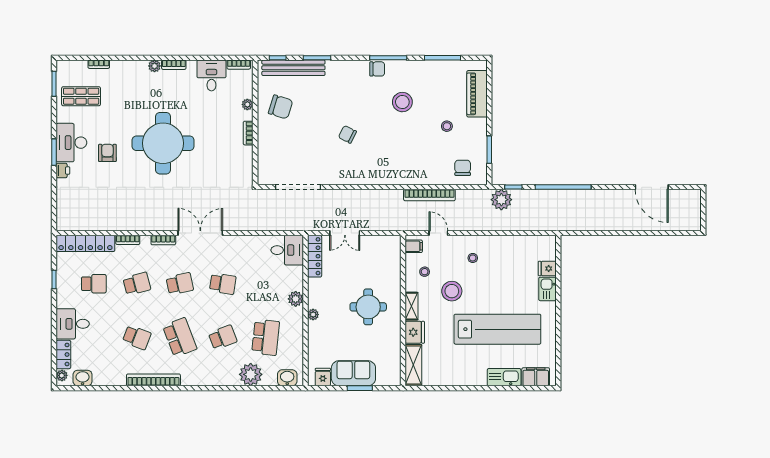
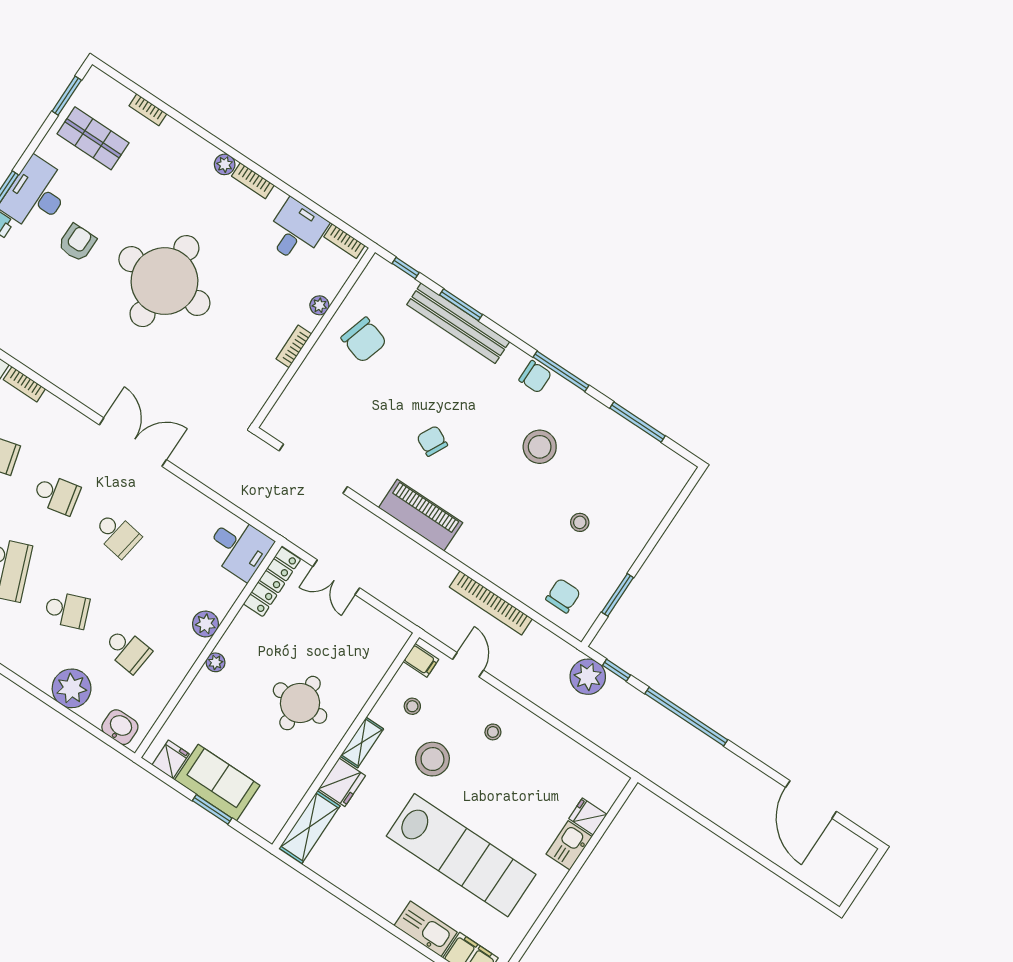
bench: (293, 68) -> (458, 323), moved
piano: (477, 94) -> (421, 515), moved, turned 90
bookcase: (163, 240) -> (74, 418), removed
school desk: (266, 337) -> (127, 650), width x0.54

